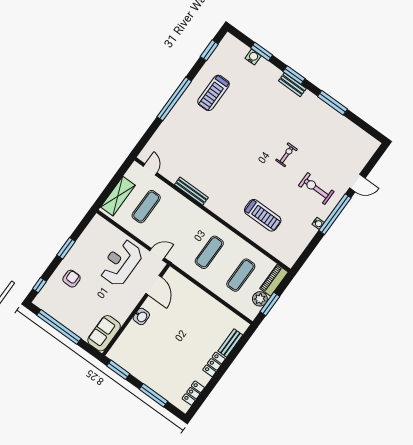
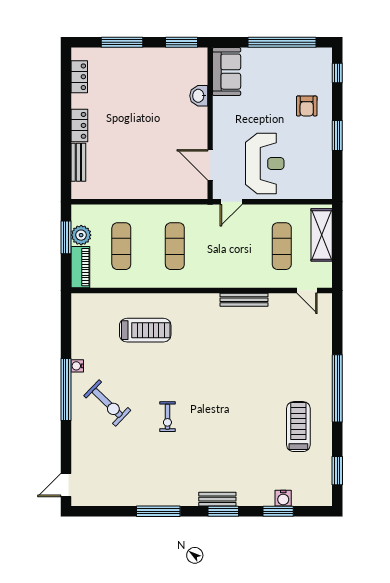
door: (357, 183) -> (66, 485), moved
exercise bike: (316, 188) -> (107, 403), turned 44
treadmill: (263, 215) -> (145, 330), turned 180
washbasin: (141, 316) -> (199, 96), moved

